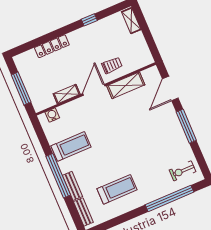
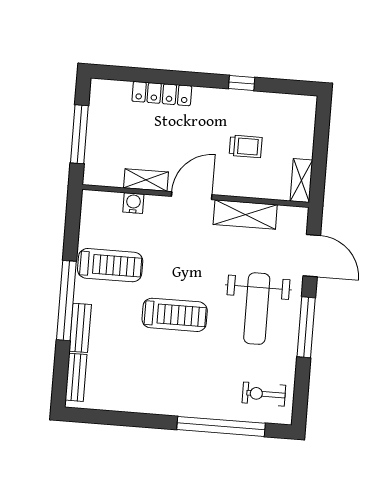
shelving: (131, 21) -> (301, 181), moved
trolley: (112, 65) -> (246, 146), moved
door: (170, 88) -> (312, 256), swing flipped
water cooler: (52, 115) -> (133, 203), moved
weight bench: (156, 130) -> (257, 309), added
treadmill: (117, 189) -> (175, 315), moved

